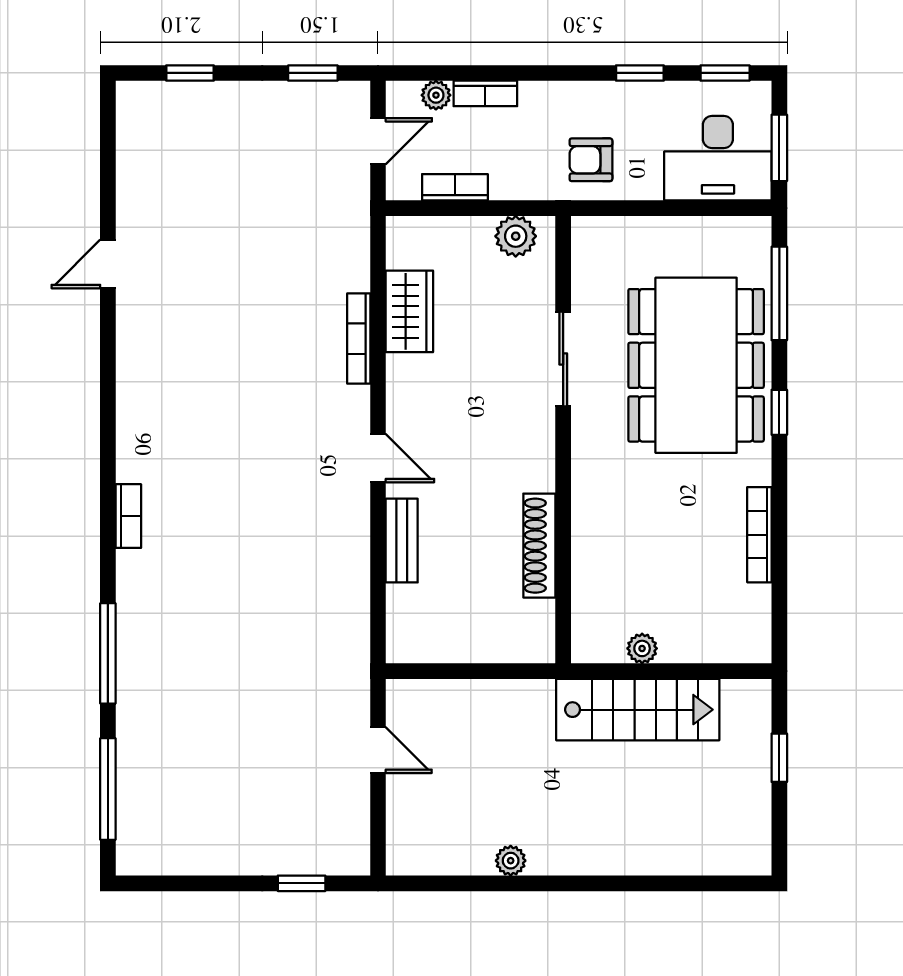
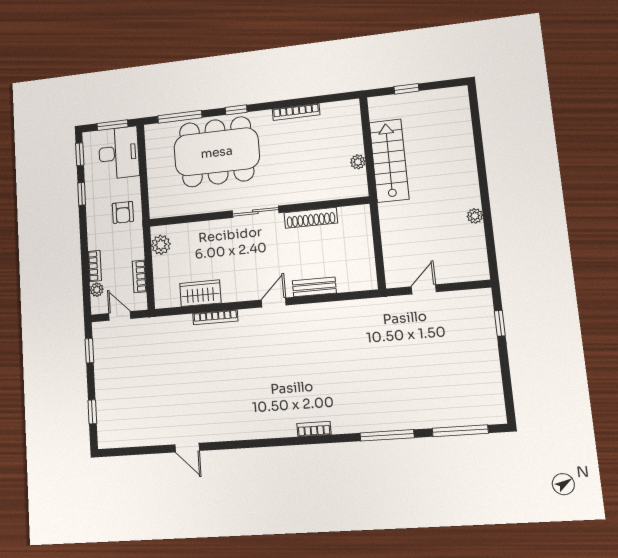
sliding door: (563, 359) -> (255, 212), moved

